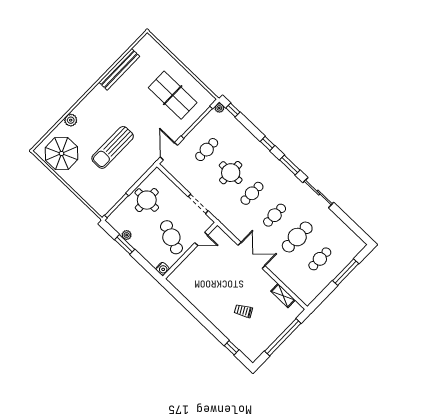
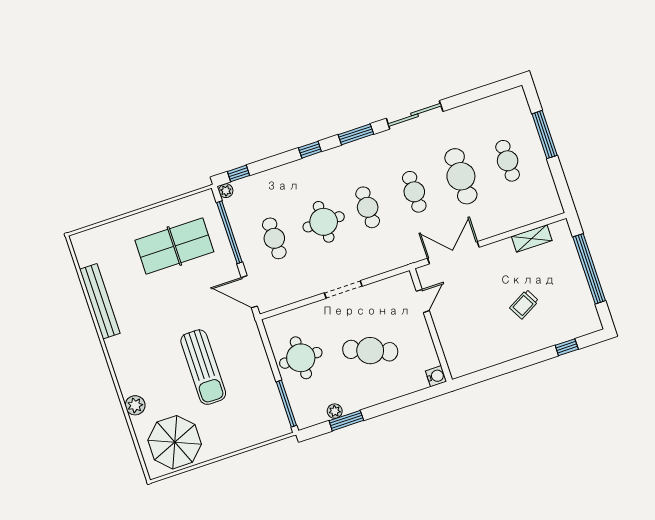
door: (201, 239) -> (423, 301), moved
wall: (190, 251) -> (431, 325), moved
water cooler: (163, 269) -> (436, 376), moved

